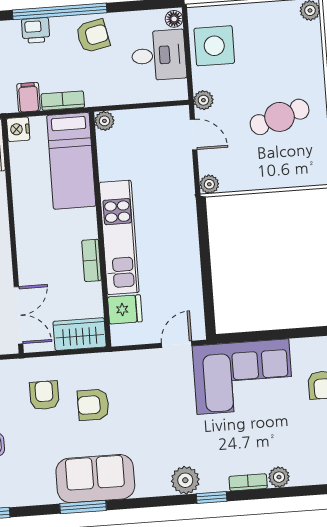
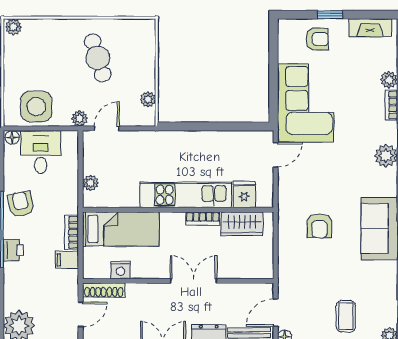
plant: (104, 121) -> (90, 183), moved
nightstand: (18, 129) -> (120, 270), moved
plant: (209, 184) -> (148, 99), moved
double door: (19, 315) -> (194, 281), moved
wardrobe: (80, 334) -> (242, 224), moved, turned -90
door: (177, 344) -> (276, 155), swing flipped
armchair: (44, 395) -> (309, 265), removed

